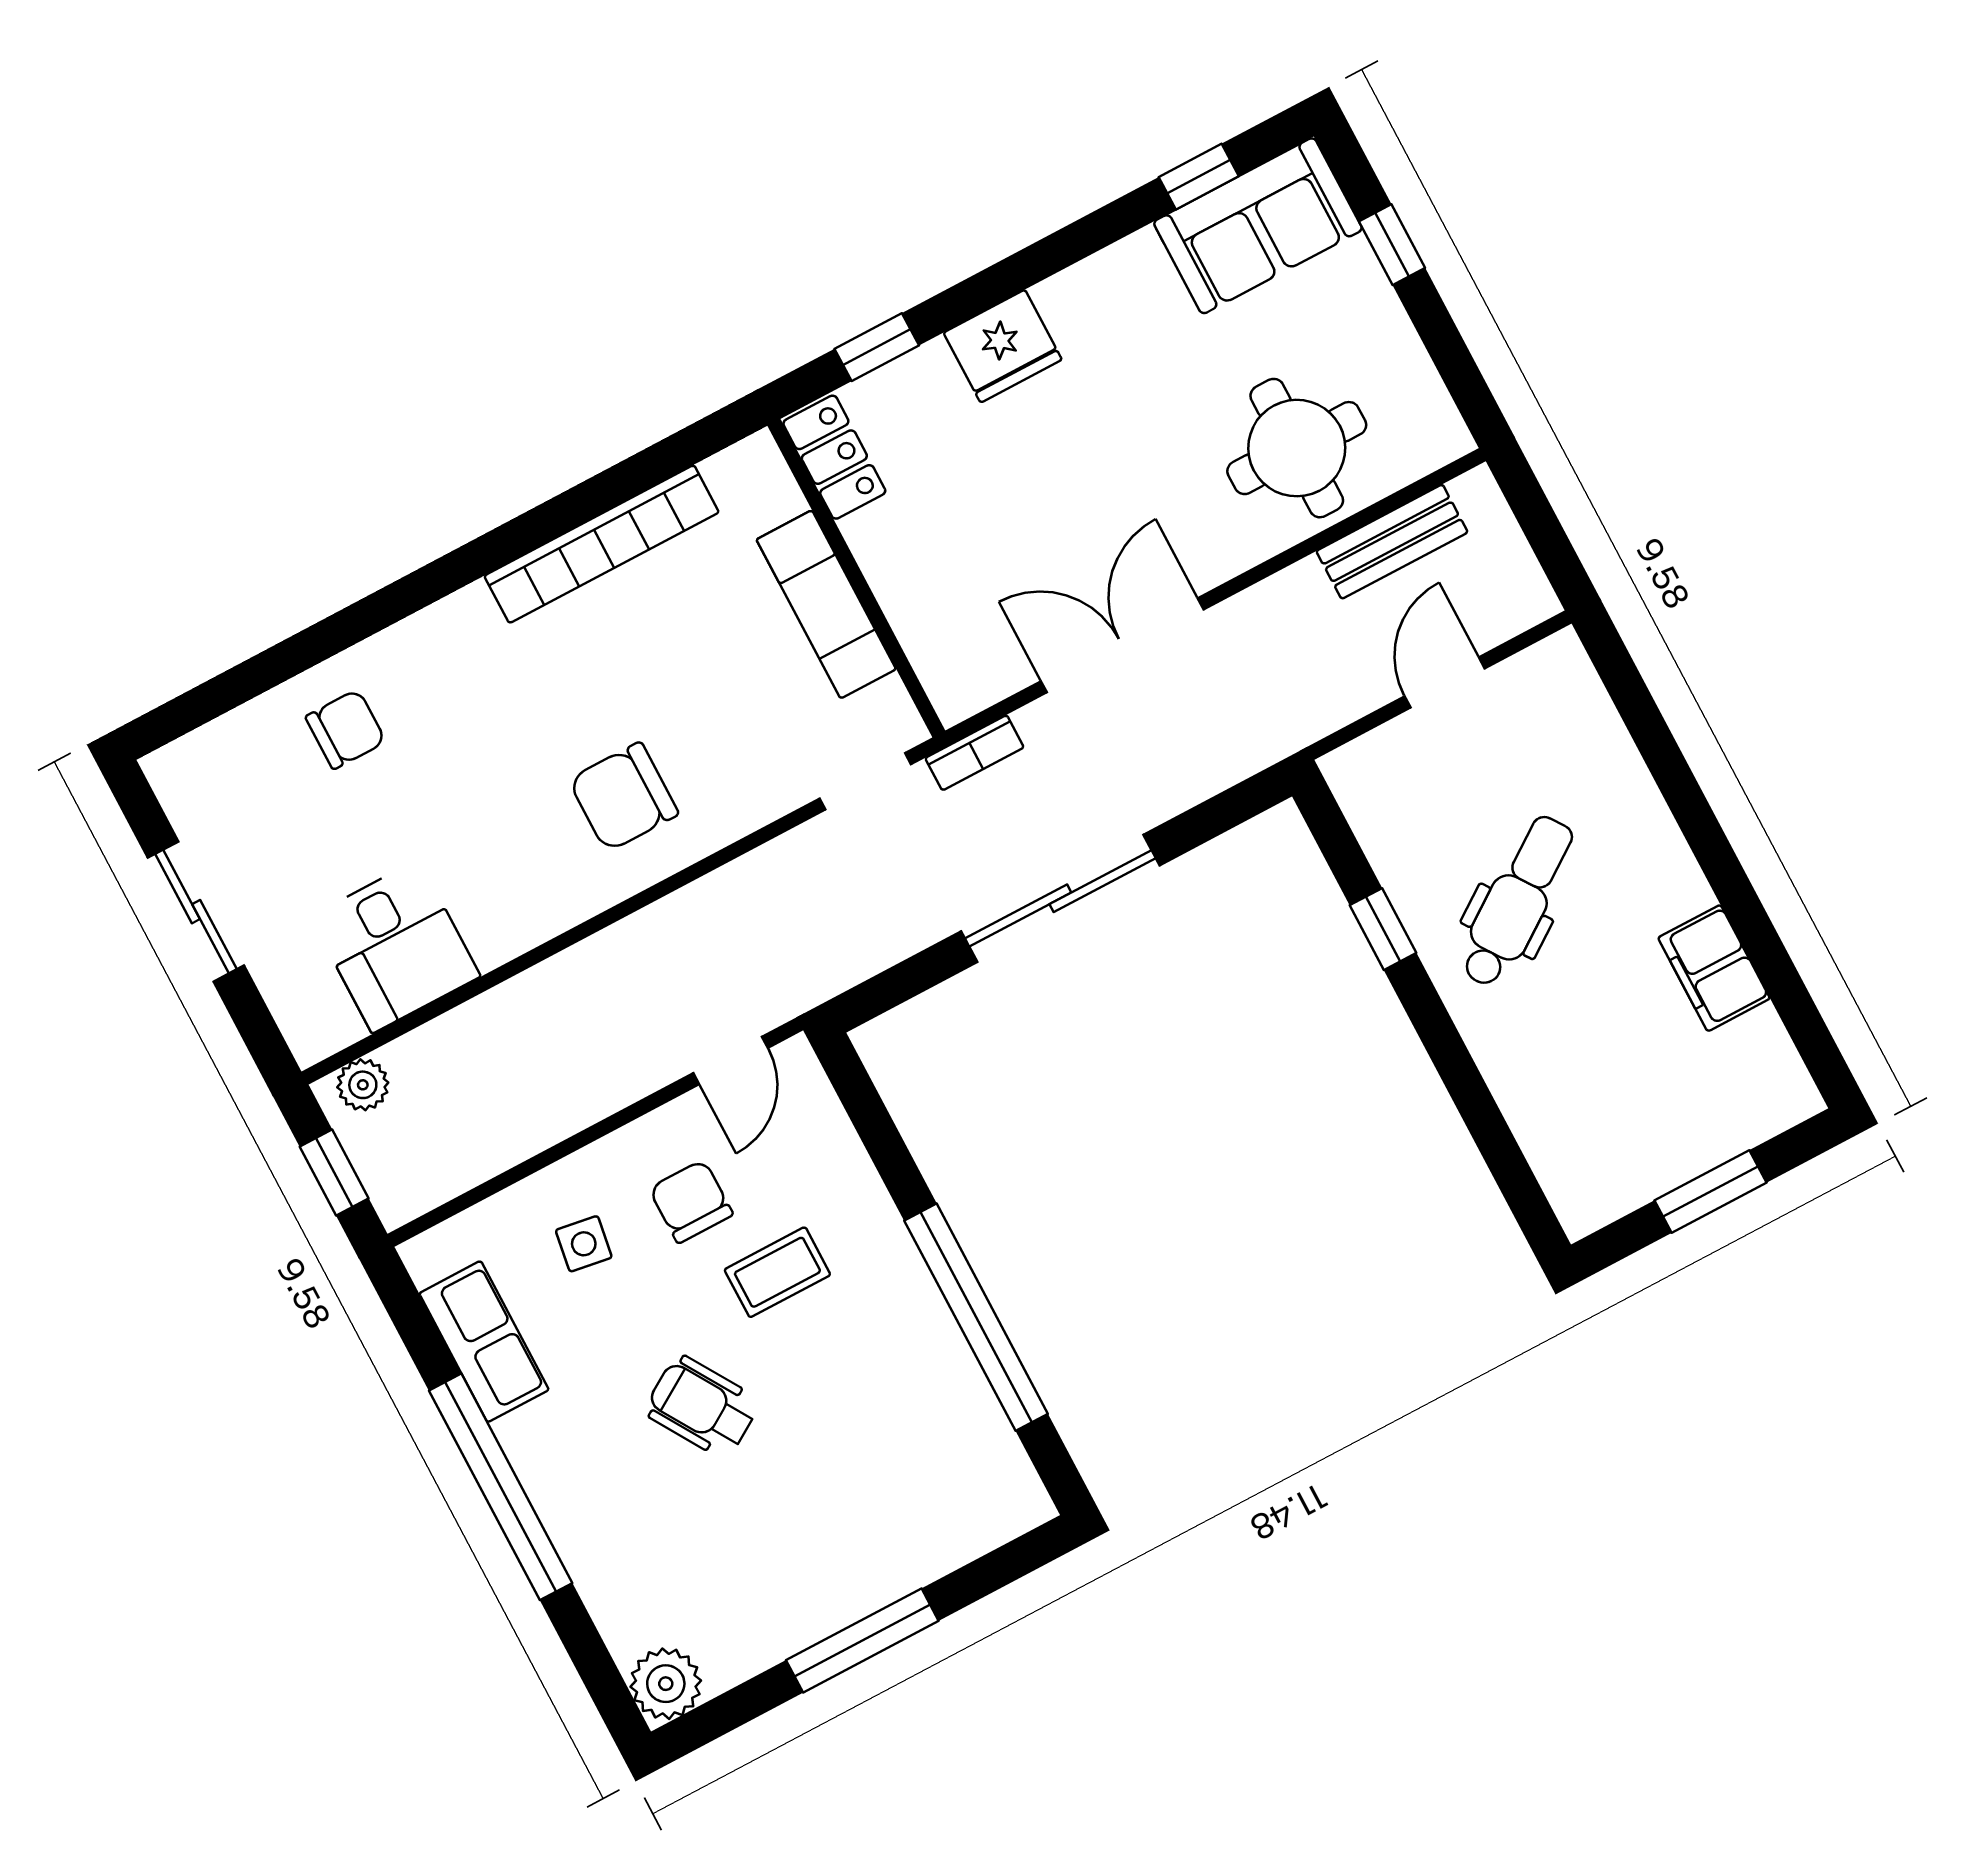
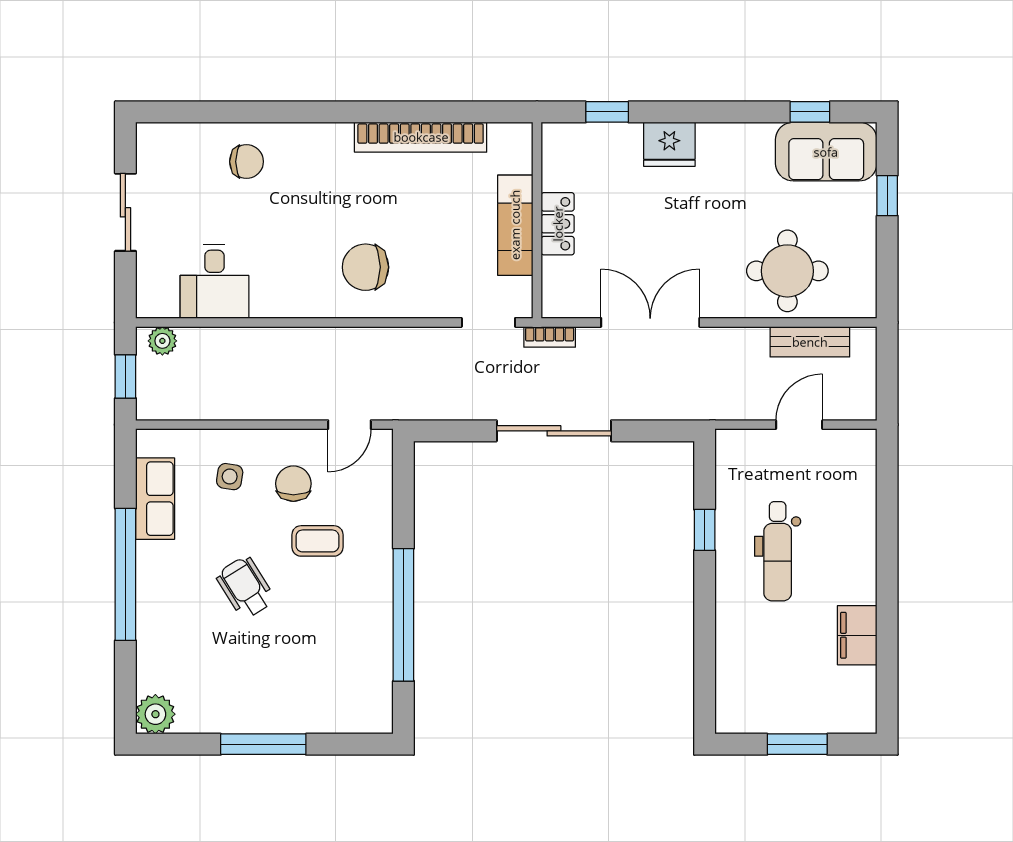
locker: (834, 457) -> (558, 224), moved
dental chair: (1517, 901) -> (778, 551), turned 125

